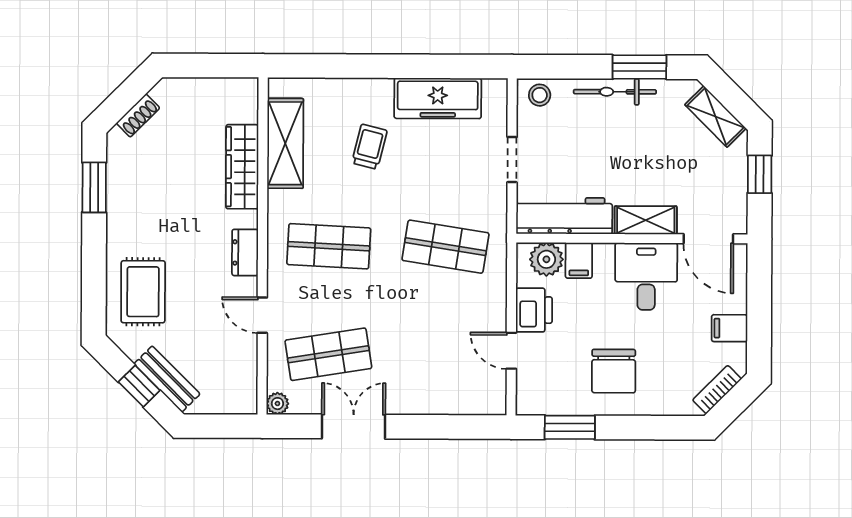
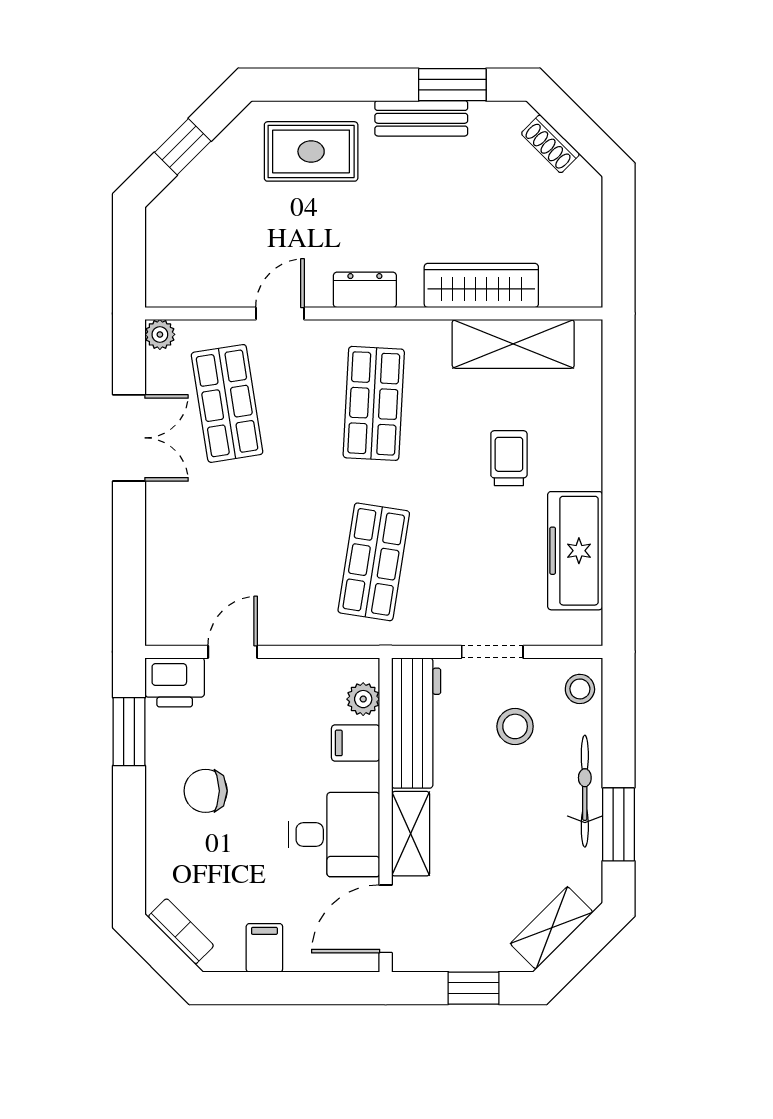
stool: (567, 143) -> (515, 726), added
trolley: (369, 147) -> (509, 458), turned -104
plant: (546, 259) -> (363, 699), width x0.73, depth x0.73
printer: (534, 310) -> (175, 682), moved
chair: (614, 371) -> (206, 791), width x0.73, depth x0.73
bench: (167, 379) -> (421, 118), moved, turned 45

